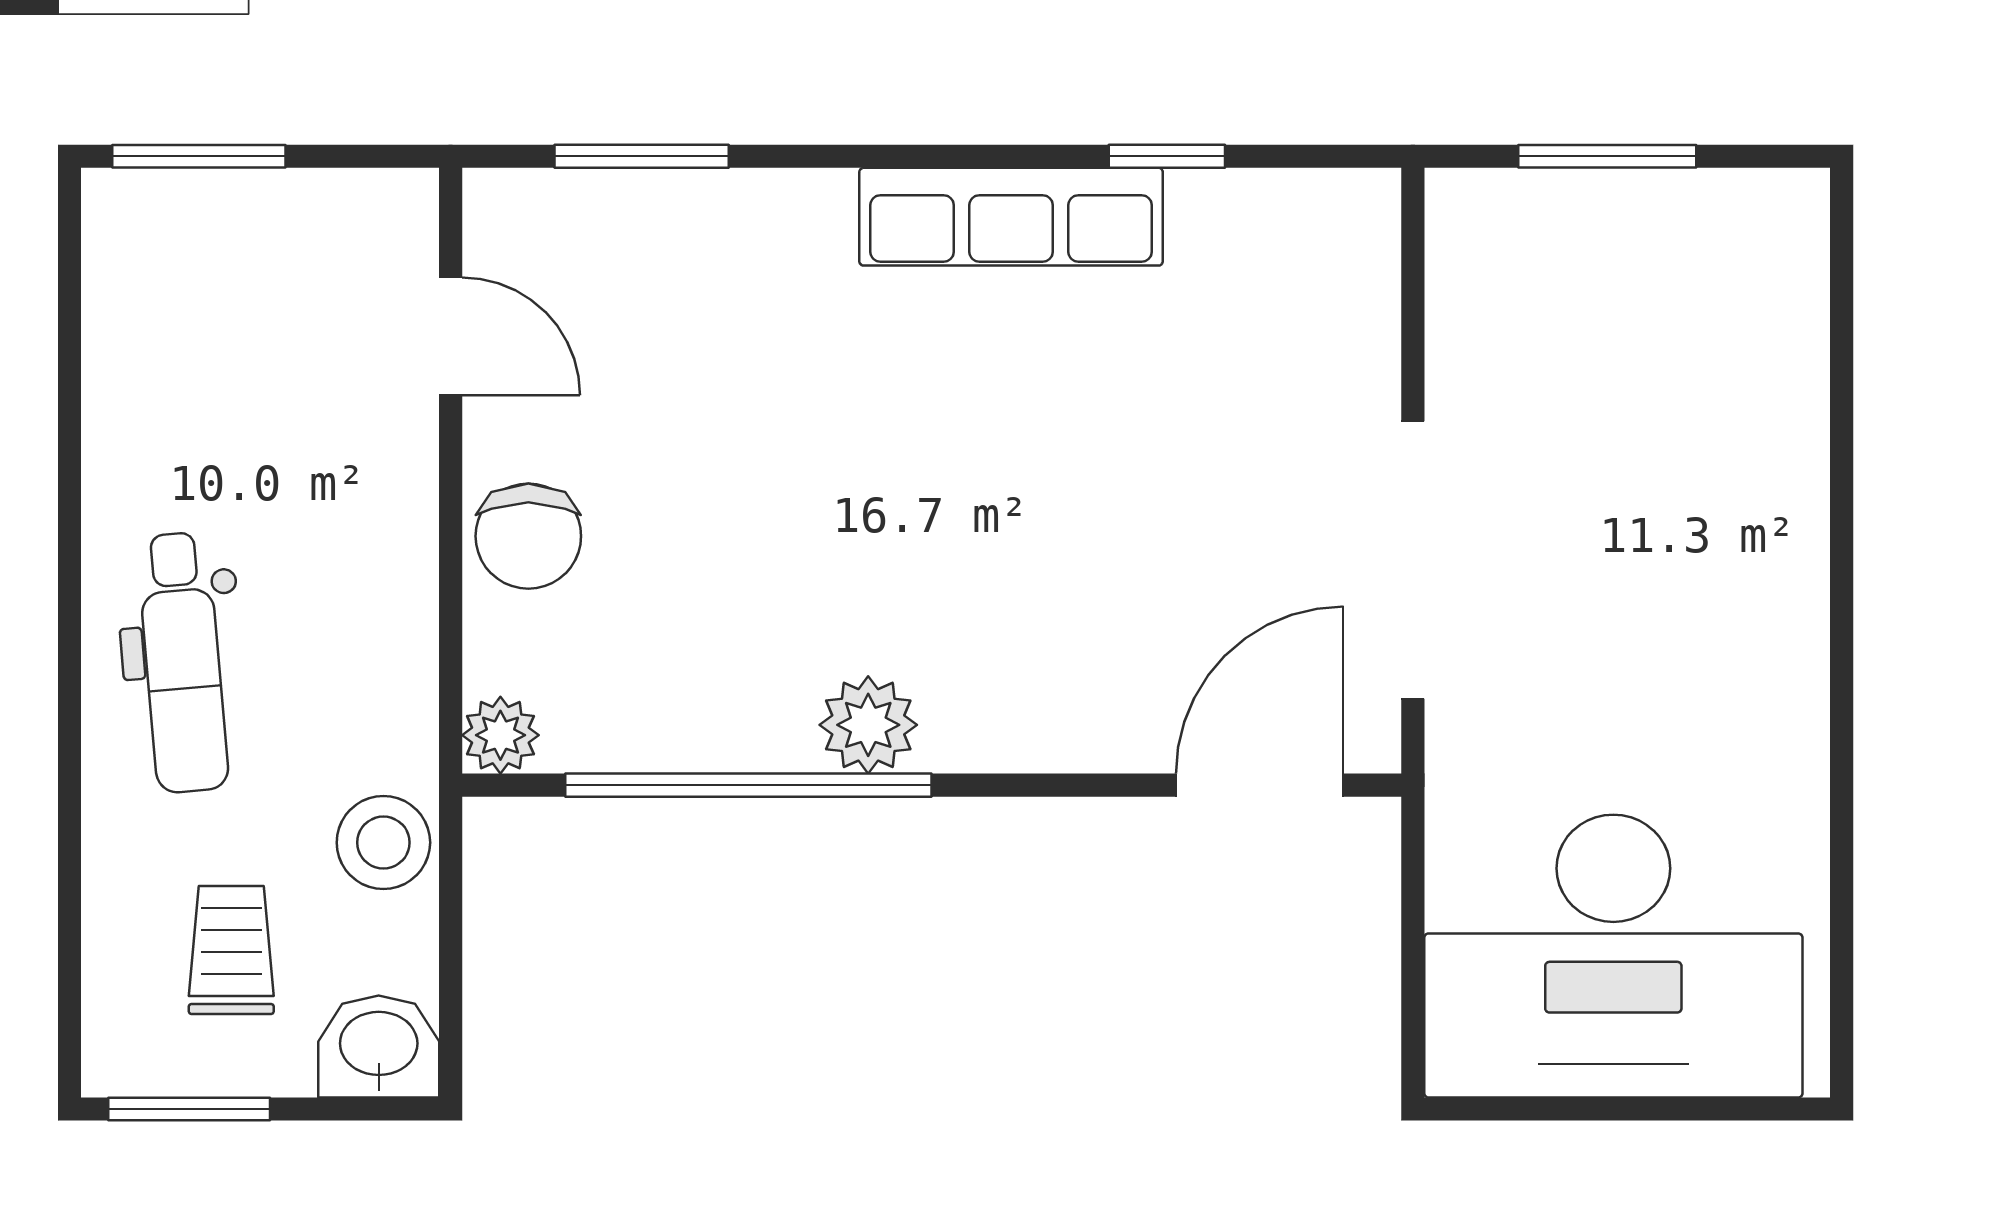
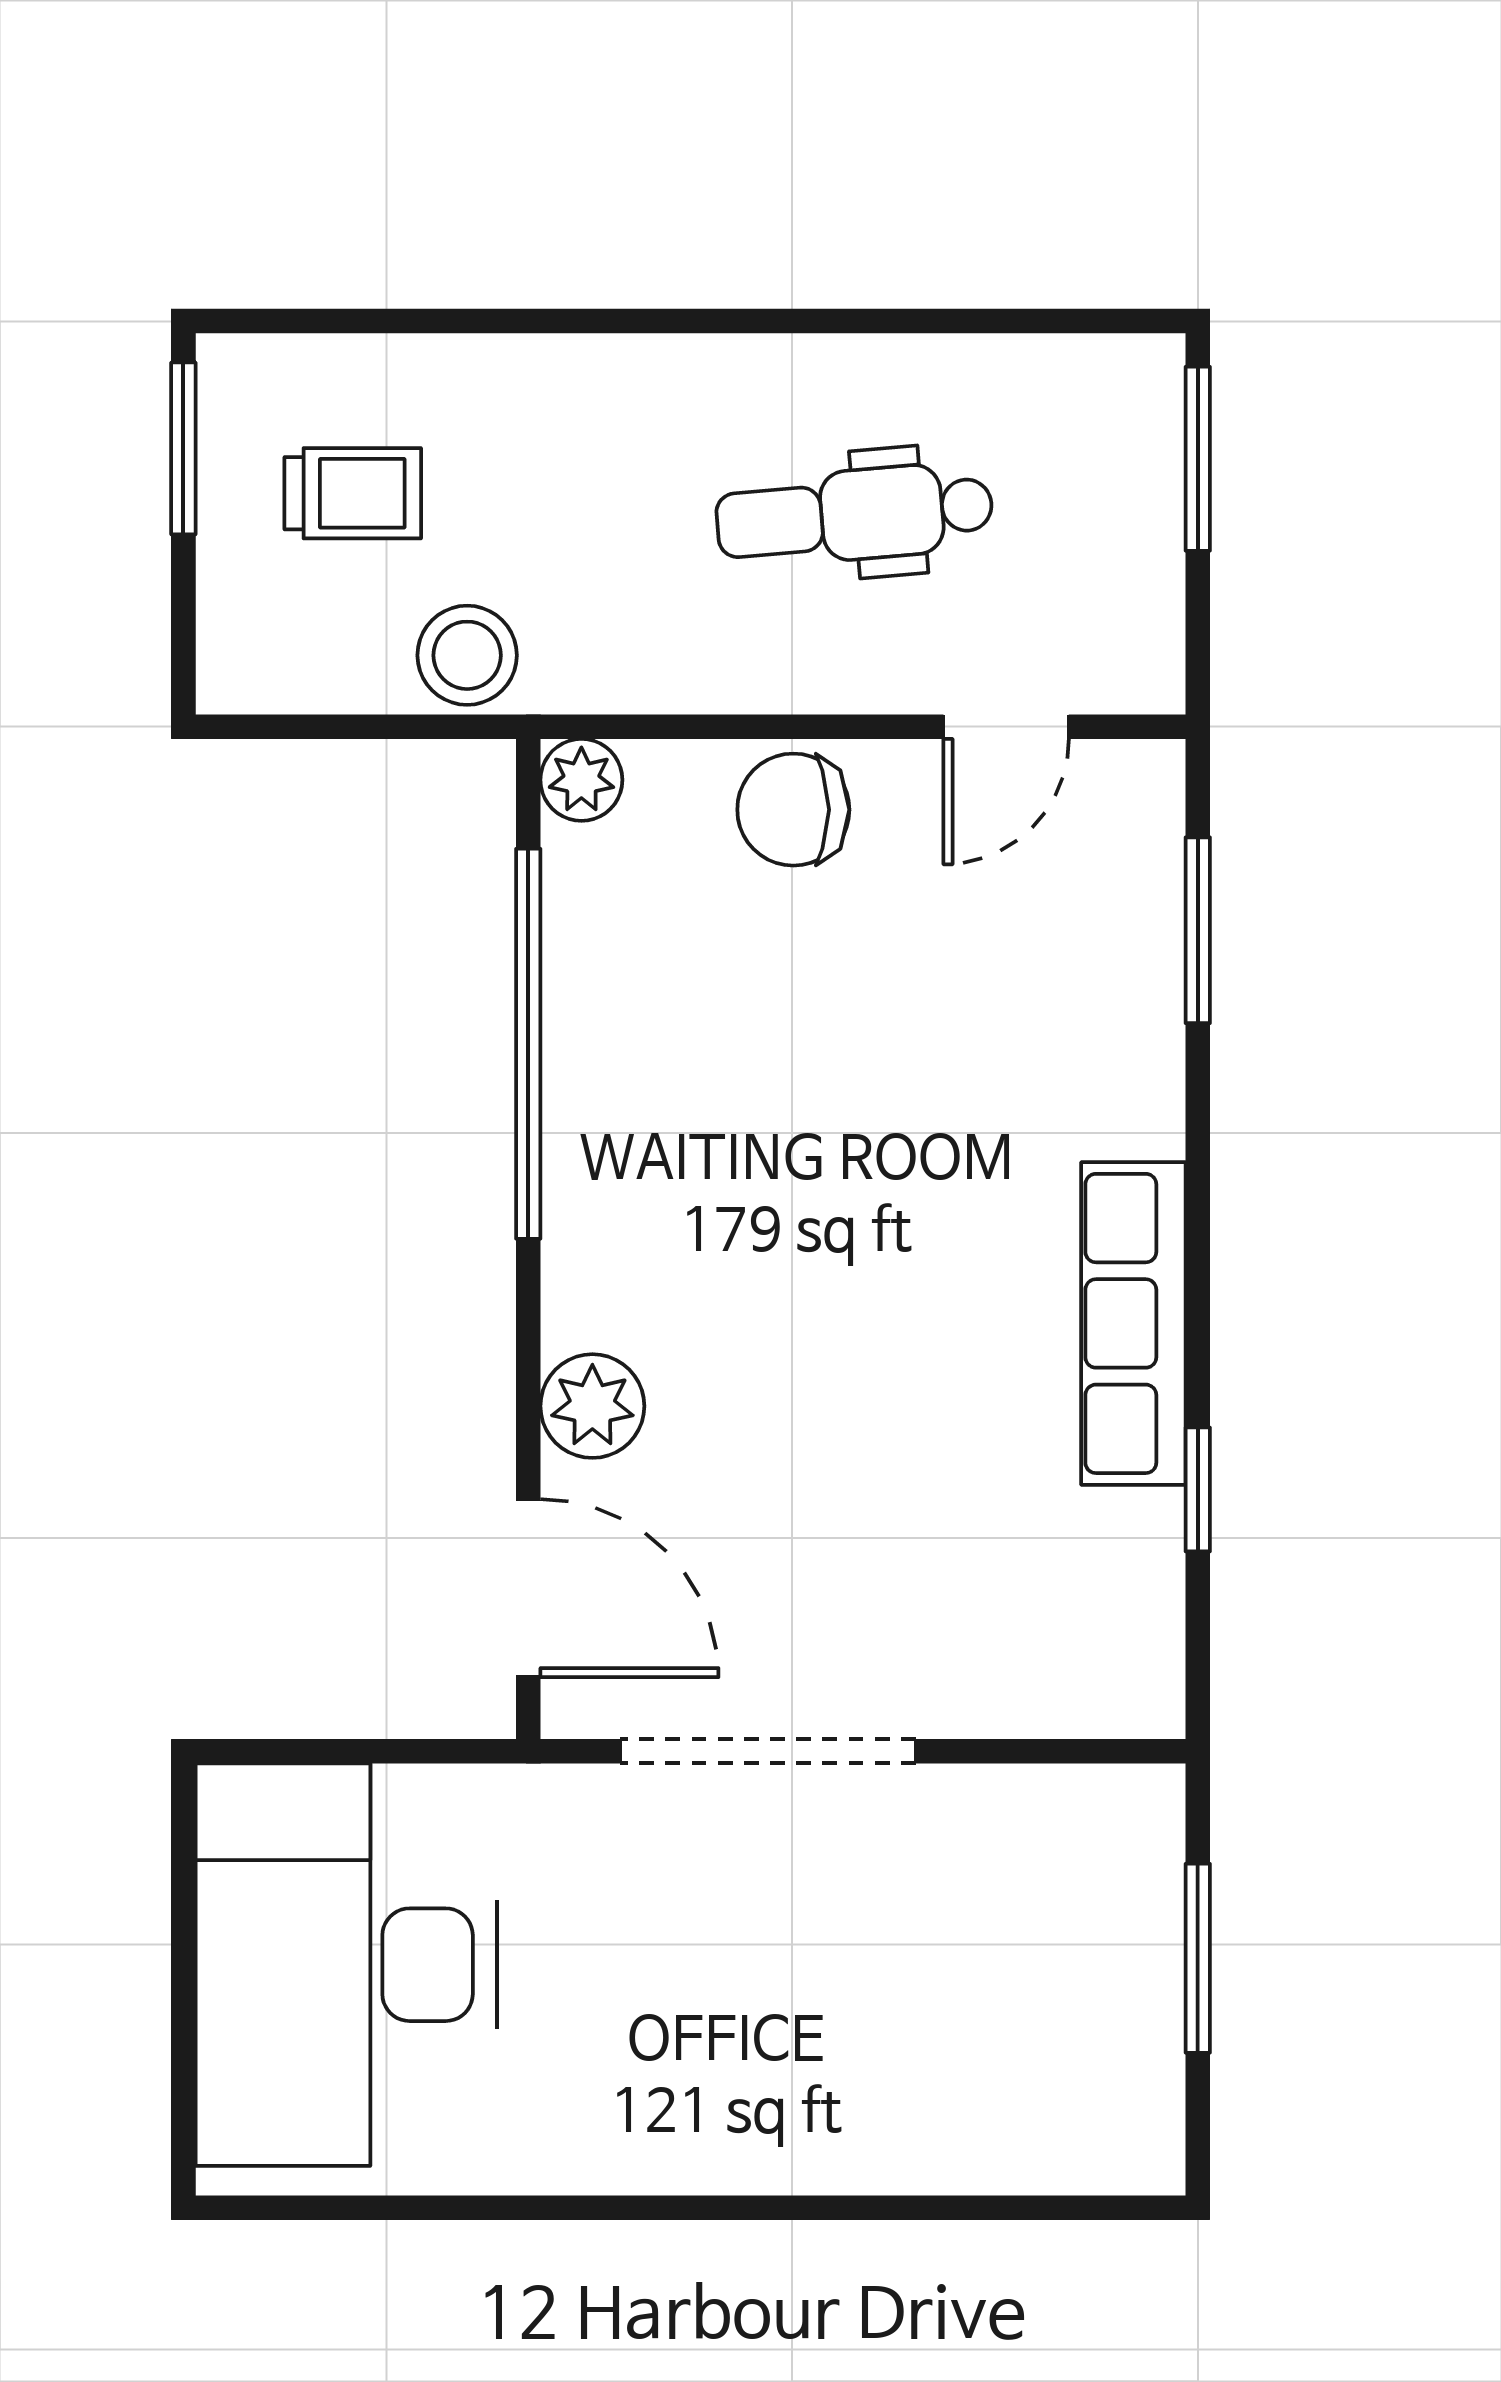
dental chair: (183, 662) -> (854, 515), moved
plant: (868, 725) -> (592, 1406), moved
washbasin: (379, 1046) -> (250, 650), removed

